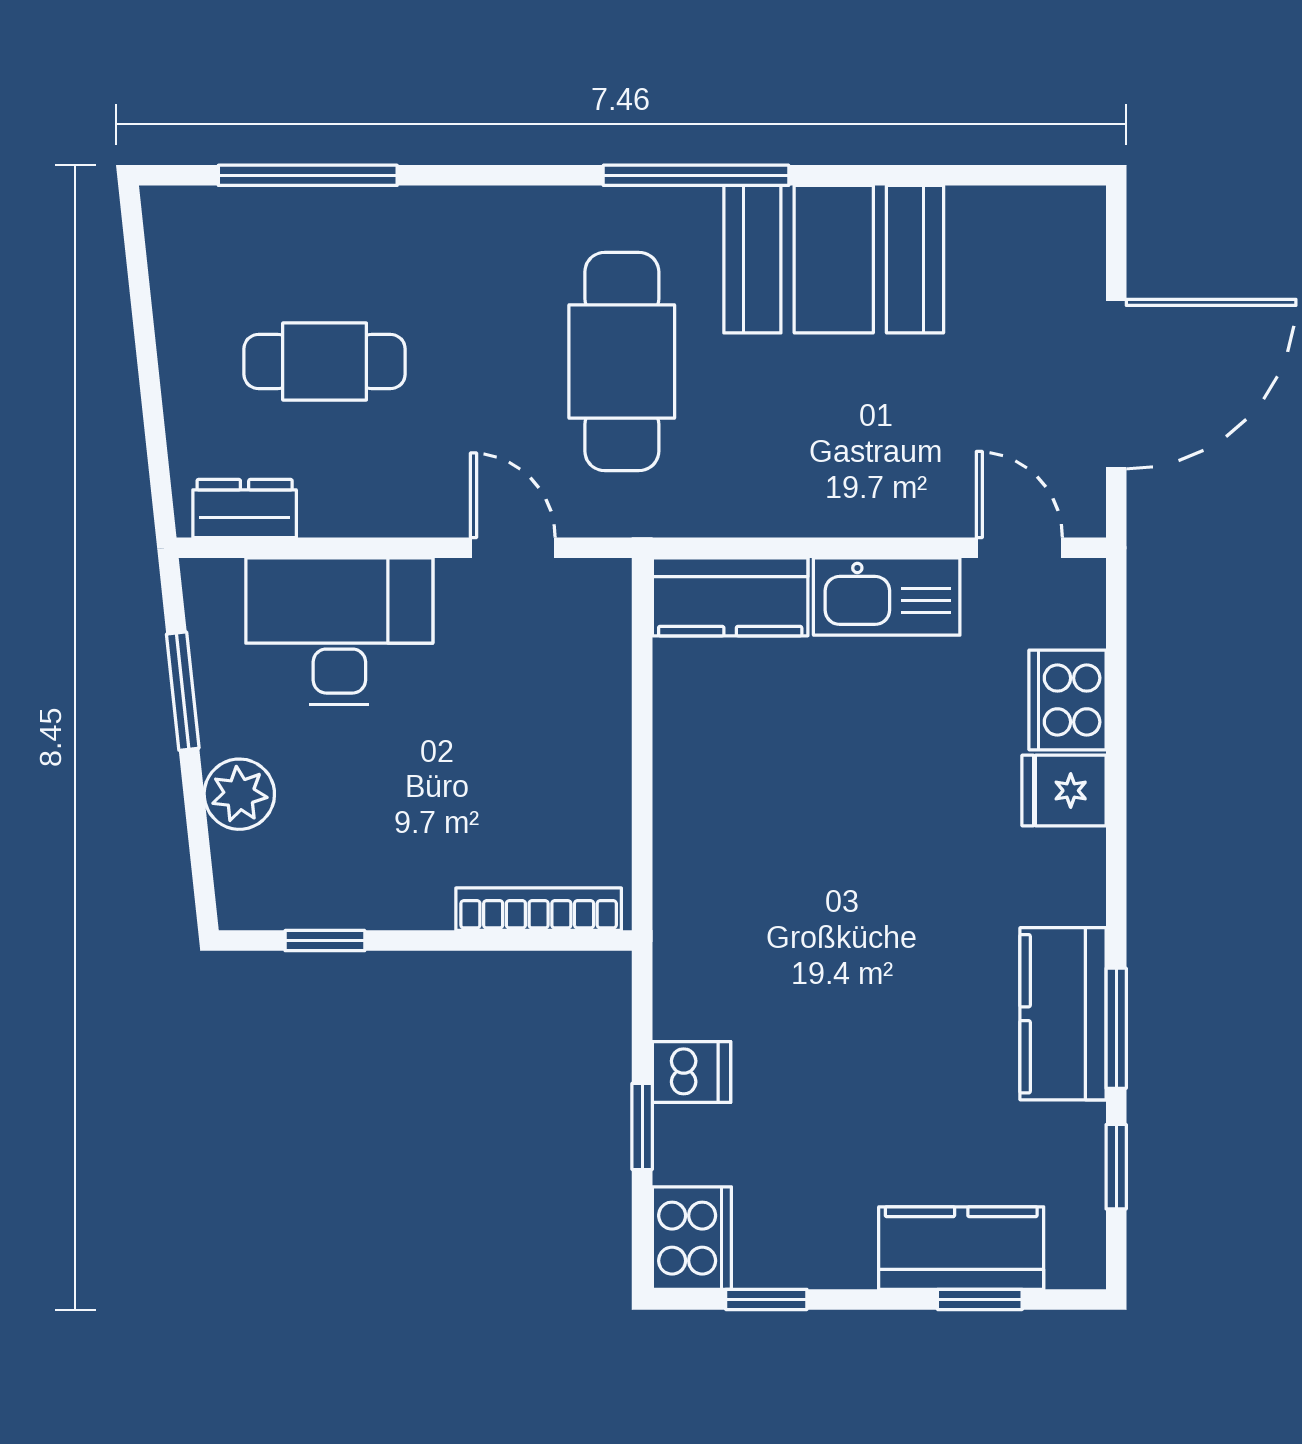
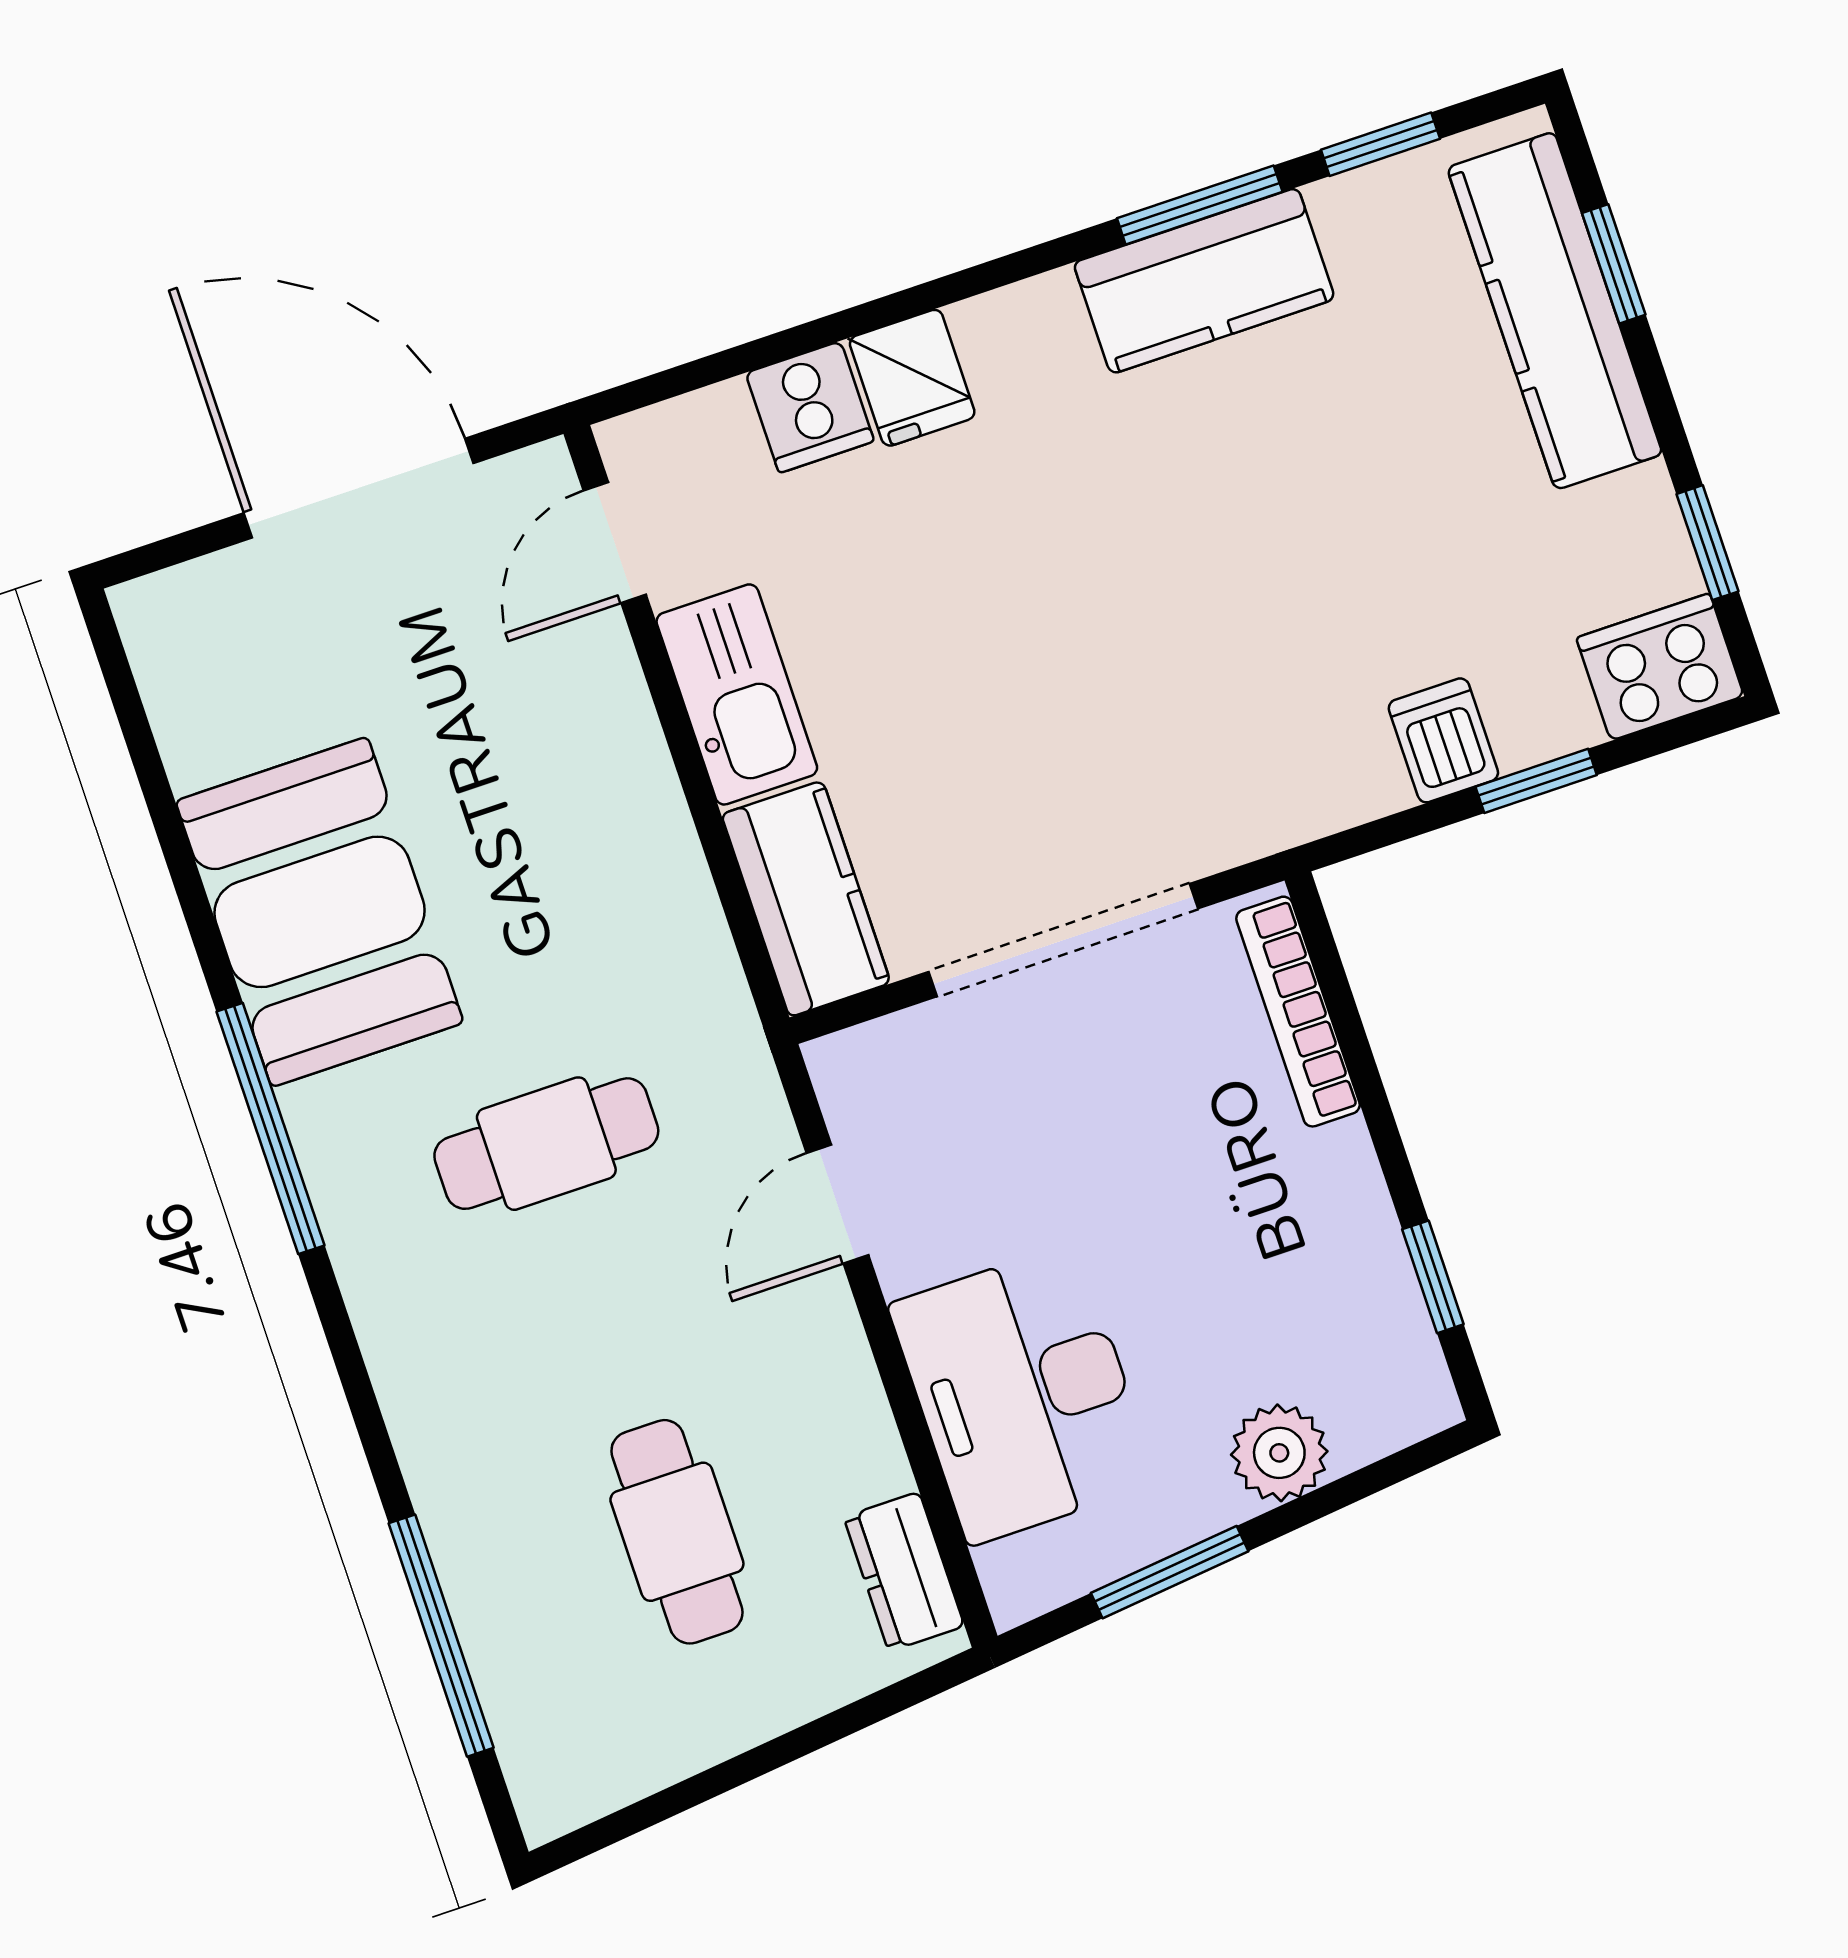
cafe table: (622, 362) -> (546, 1144), width x0.73, depth x0.74
cooker: (1067, 700) -> (810, 407), width x0.73
doorway: (642, 764) -> (1063, 940), added
kitchen counter: (961, 1248) -> (1555, 311), width x1.50

